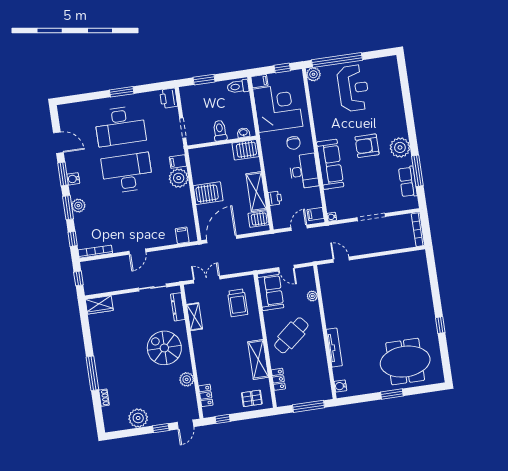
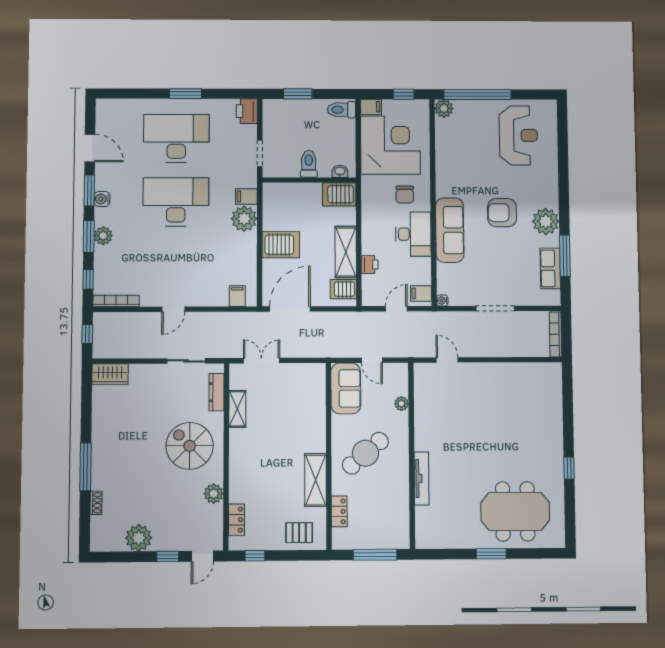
reception desk: (353, 88) -> (518, 135), moved
desk: (120, 126) -> (176, 138), turned 180
trolley: (238, 303) -> (299, 398), removed
water cooler: (340, 386) -> (423, 533), removed

